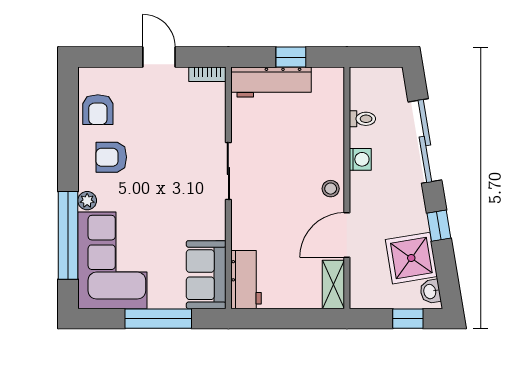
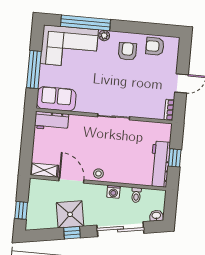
workbench: (271, 82) -> (160, 164), moved
shower: (411, 258) -> (70, 214), moved
washbasin: (430, 291) -> (156, 216), moved

